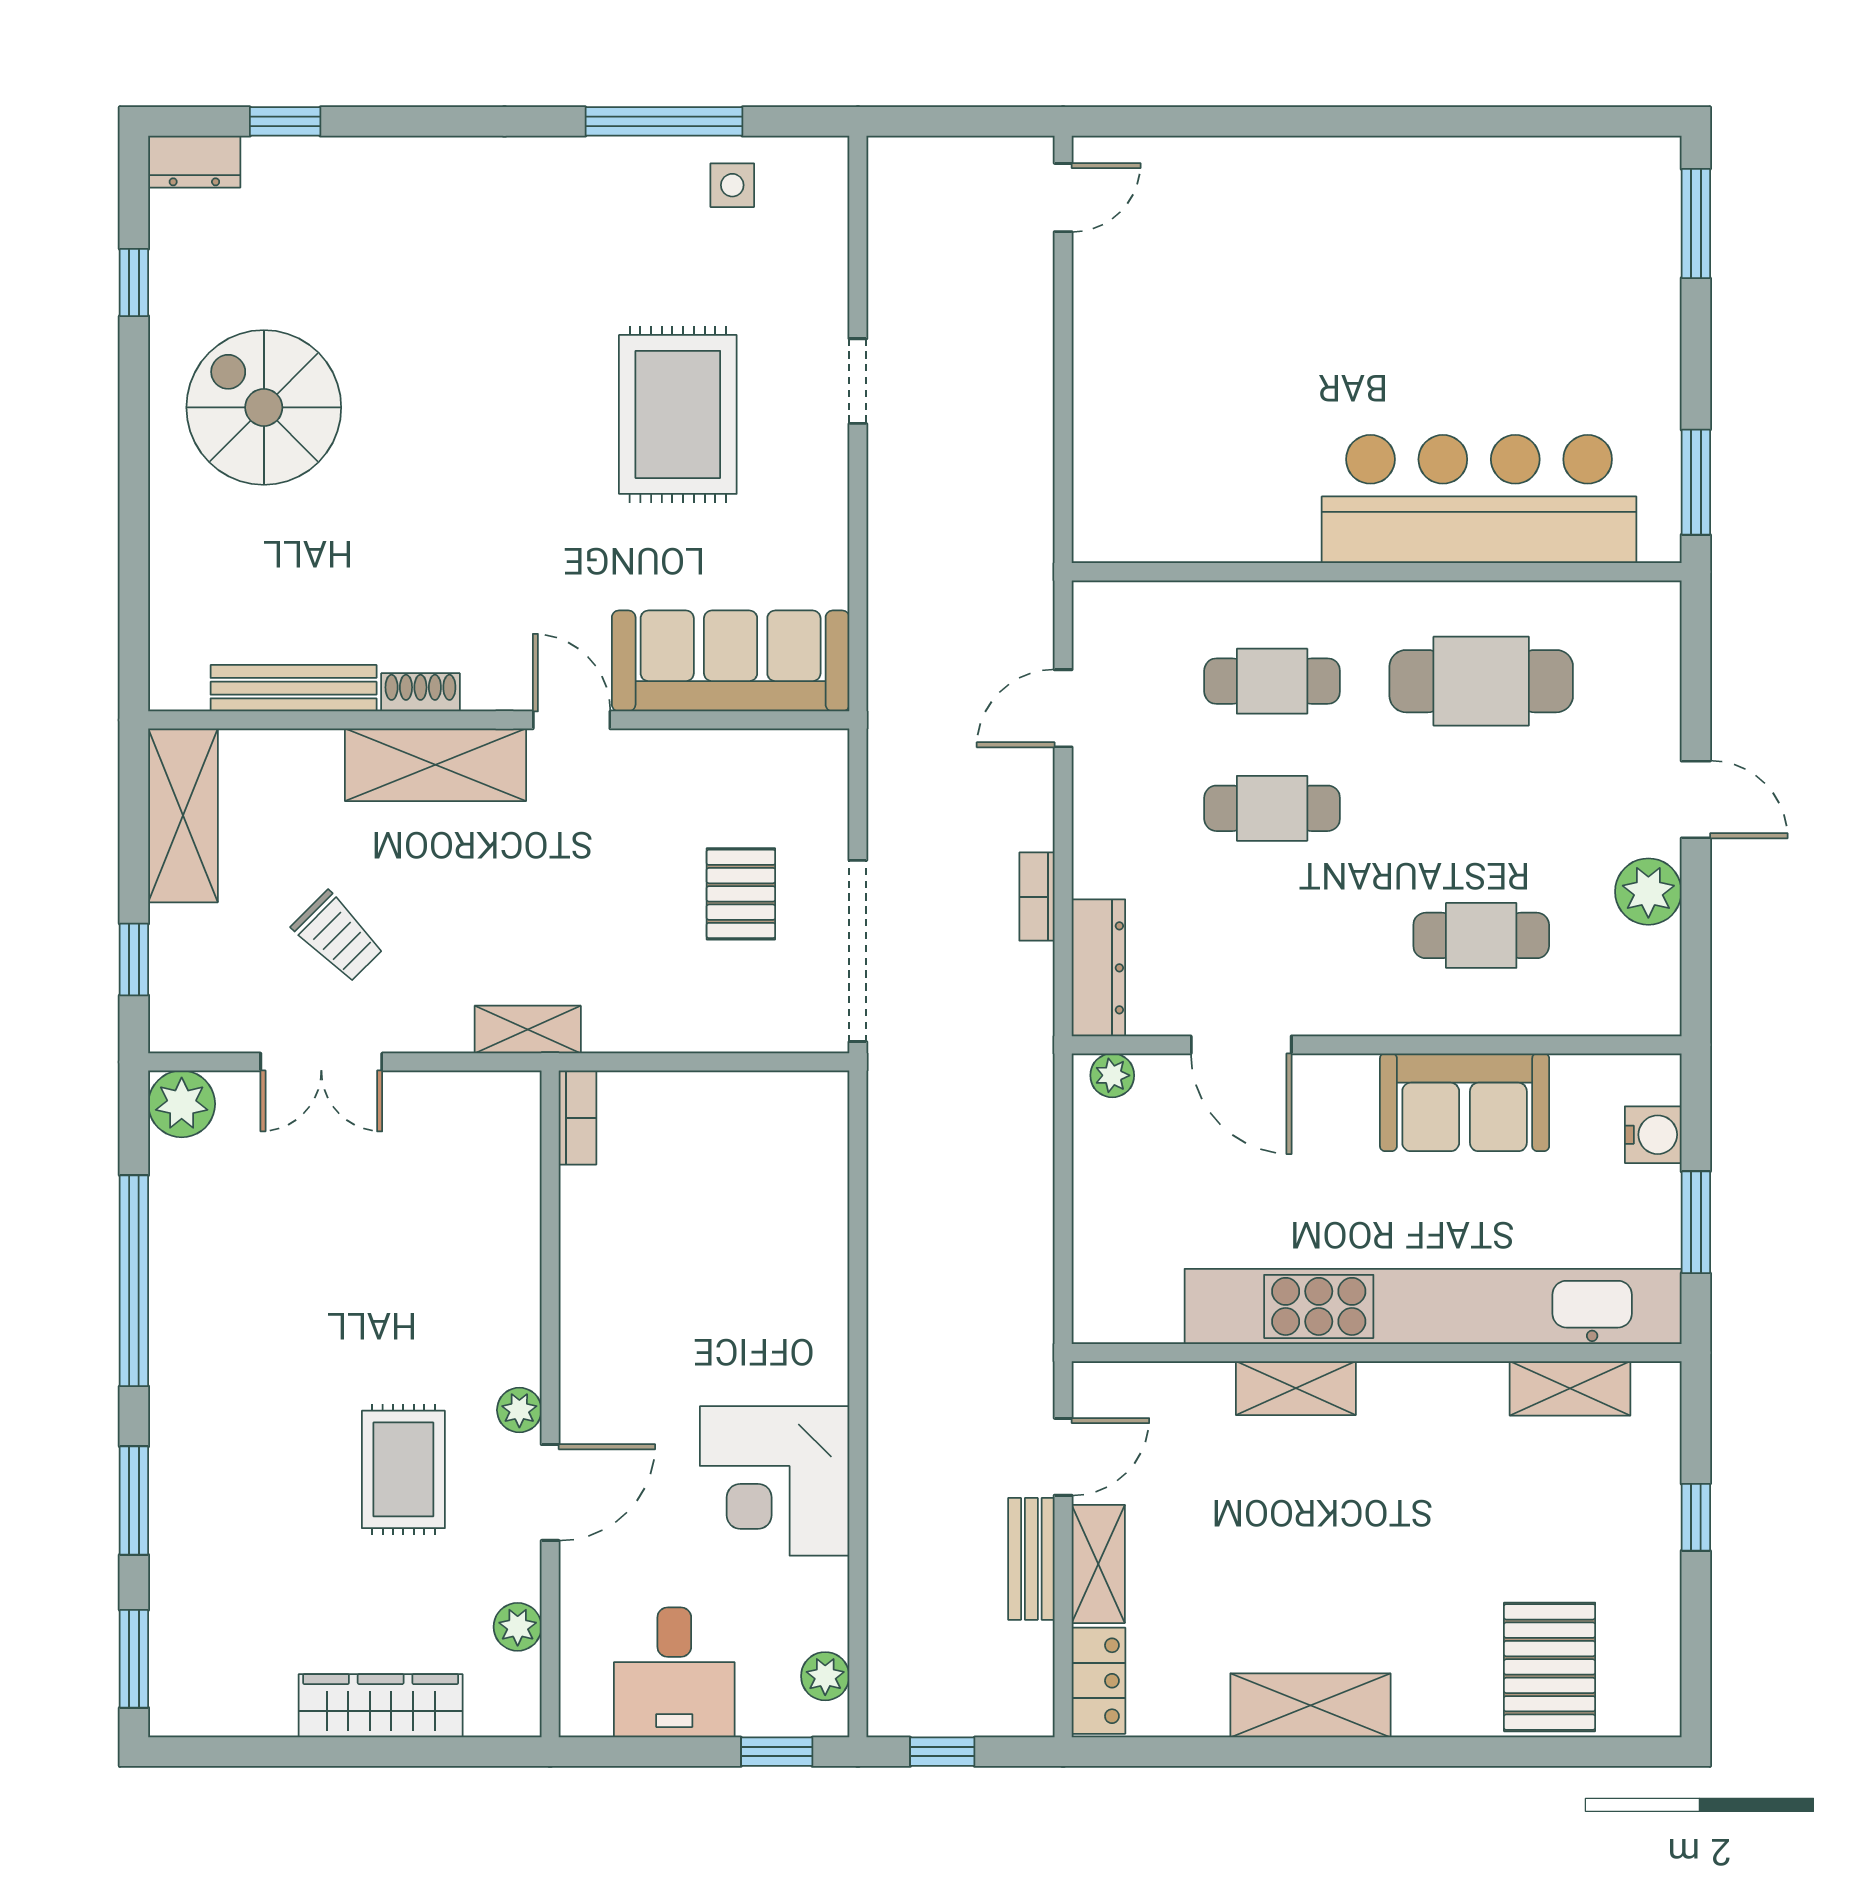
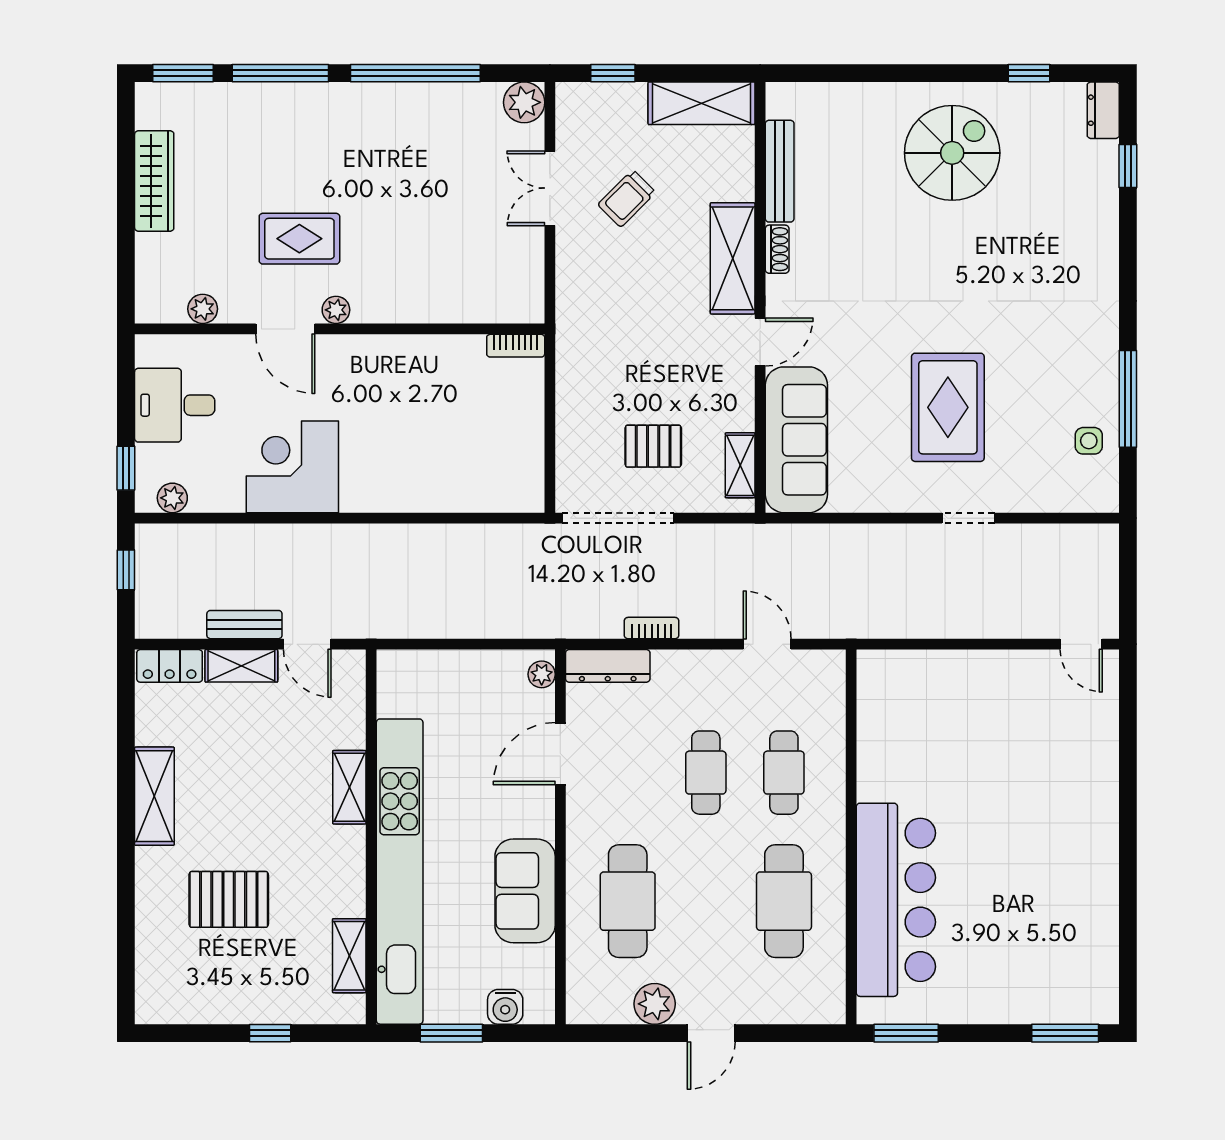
rug: (678, 414) -> (948, 407), turned 90
cafe table: (1481, 935) -> (628, 901), width x1.37, depth x1.35
shelving: (528, 1030) -> (740, 465), moved
window: (134, 1501) -> (280, 73), width x1.44
pallet: (1550, 1667) -> (229, 899), moved
wardrobe: (381, 1706) -> (154, 181), moved

